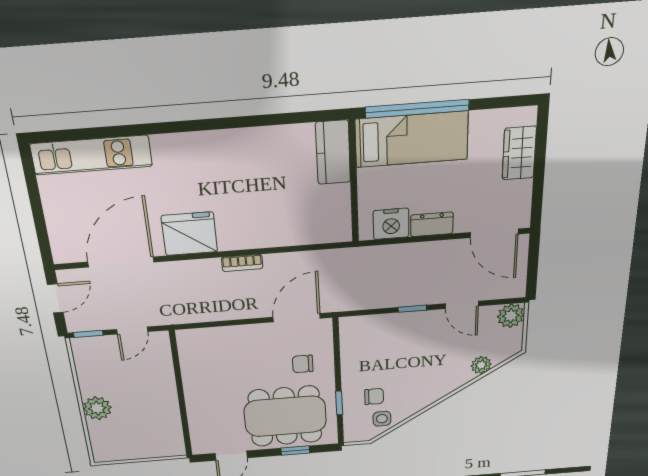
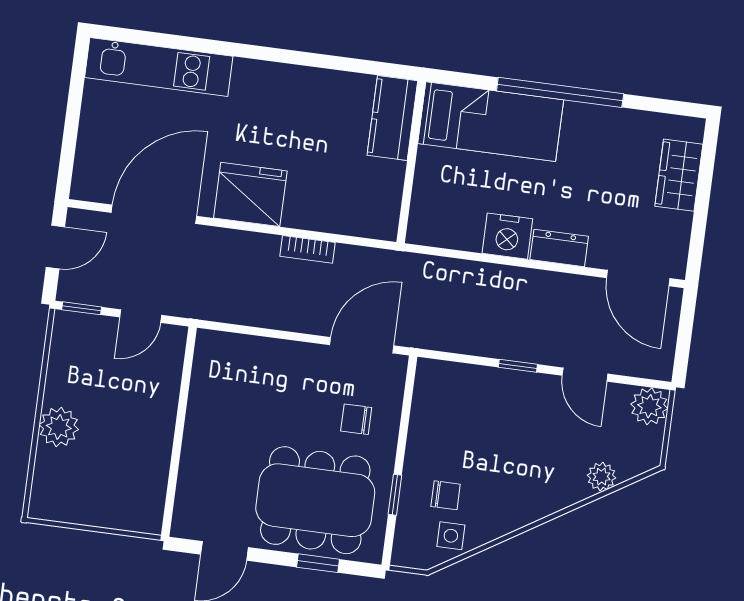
bed: (412, 139) -> (491, 122), moved
kitchen counter: (333, 152) -> (392, 118), moved
wall: (354, 182) -> (411, 162), moved

